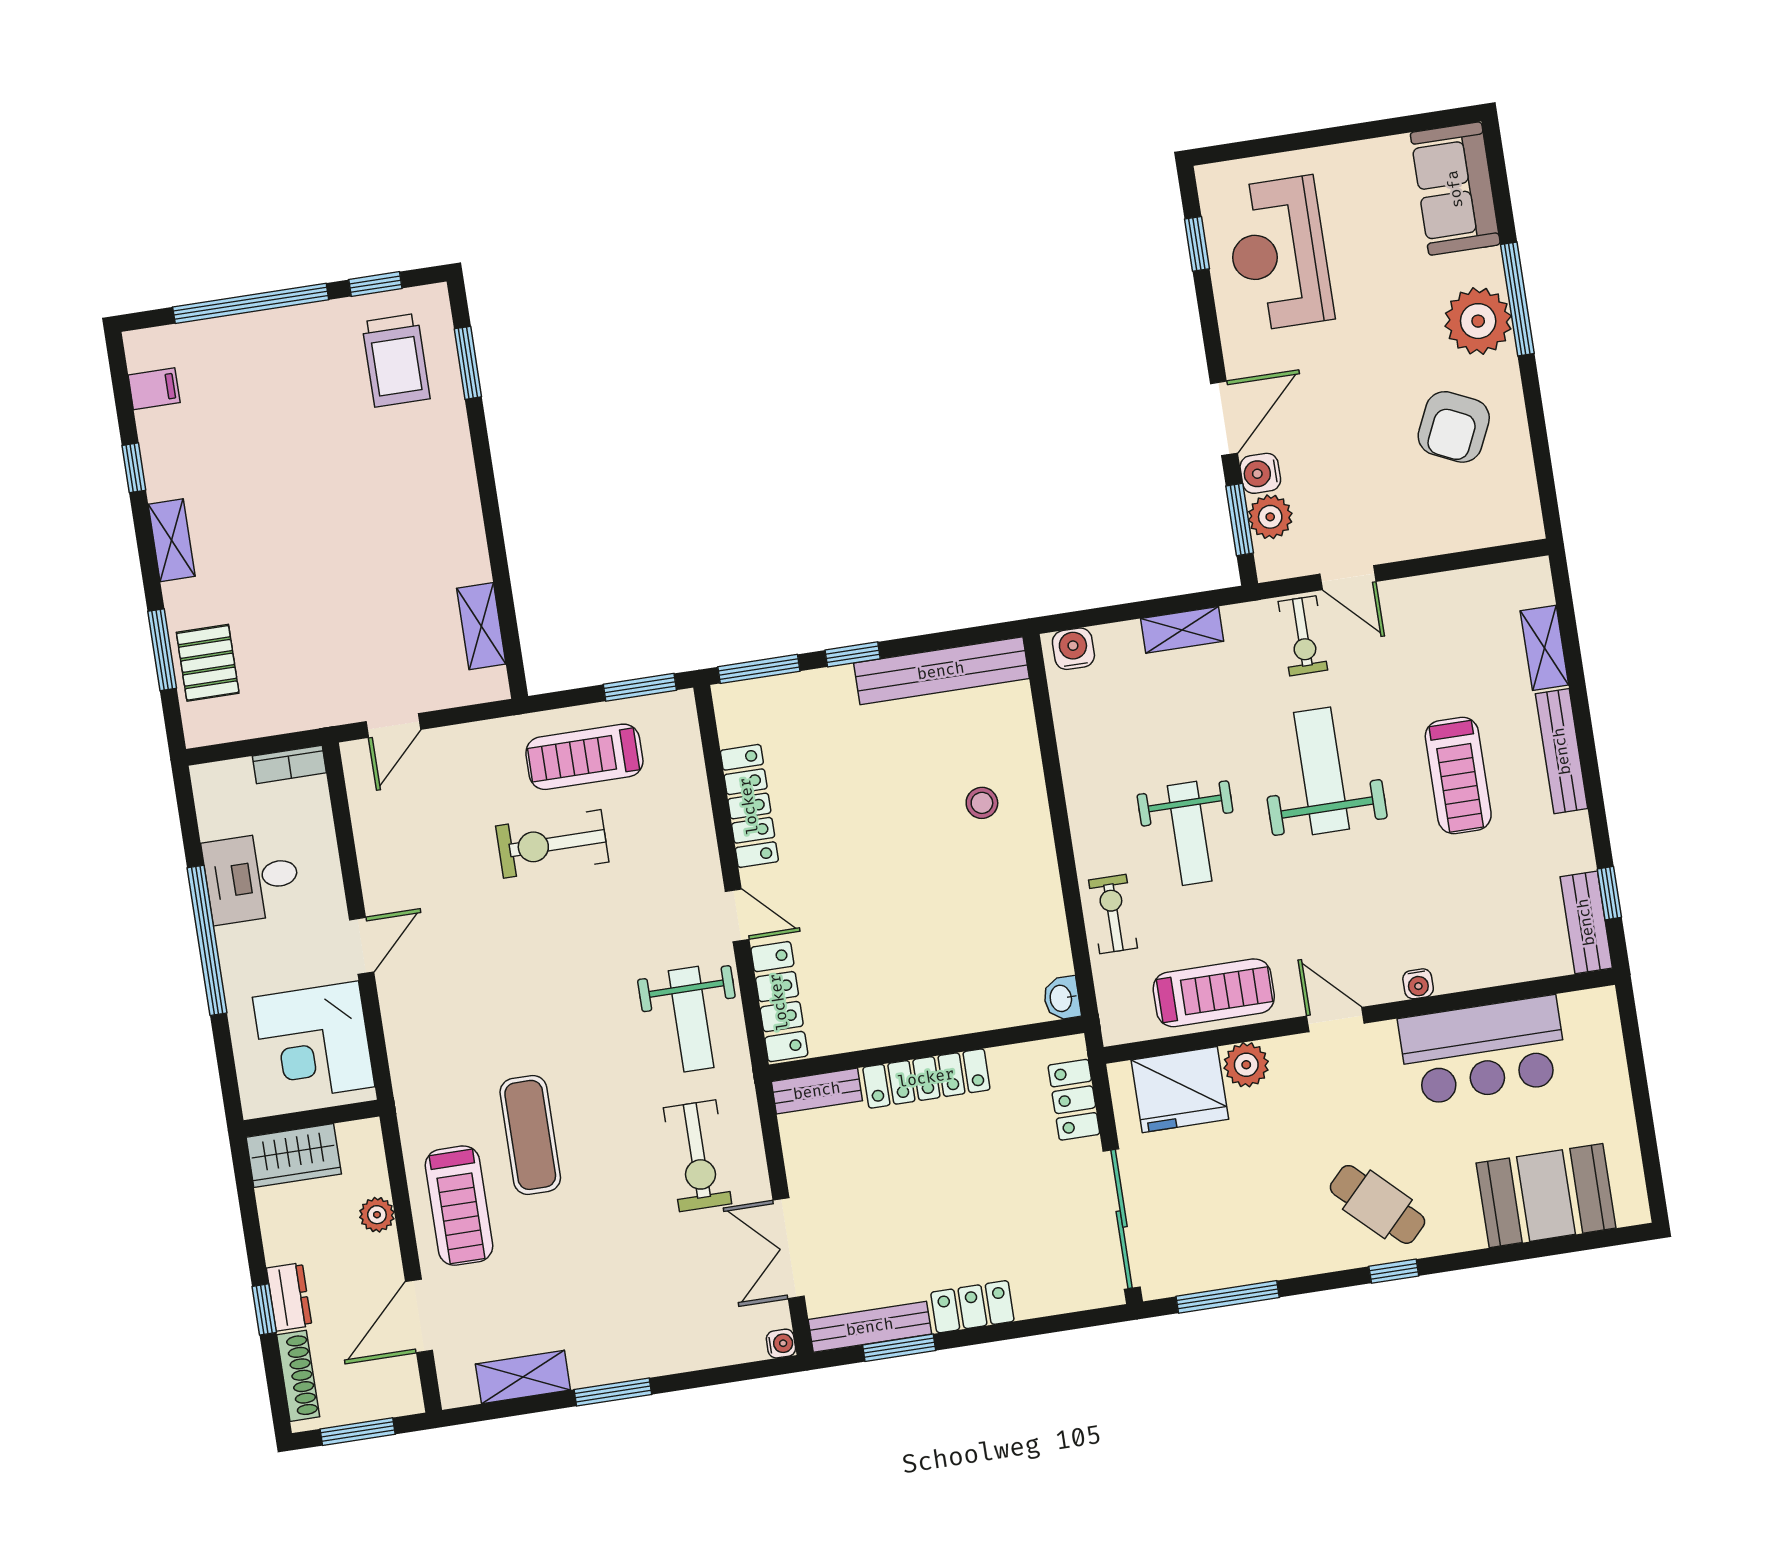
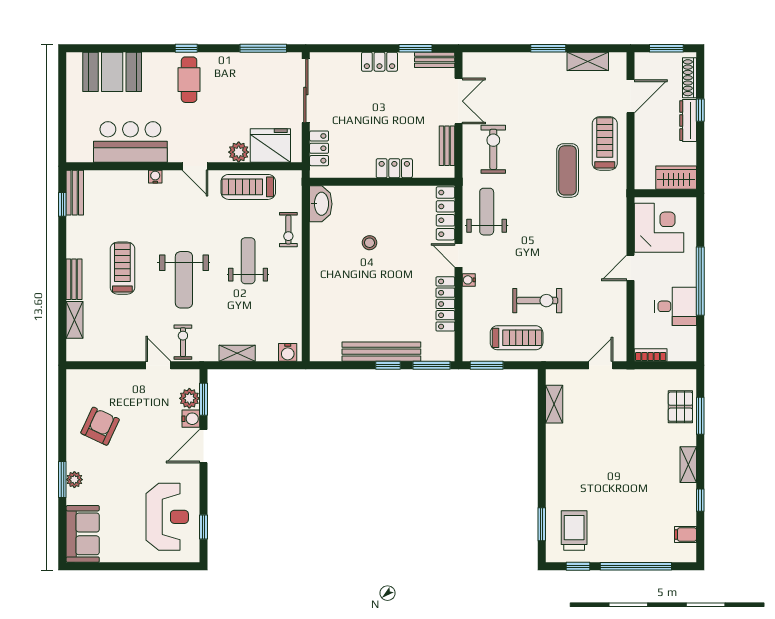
window: (1517, 299) -> (62, 480), width x0.69
plant: (1478, 321) -> (74, 480), width x0.53, depth x0.53
bench: (941, 671) -> (381, 352), moved
bench: (1562, 751) -> (74, 279), width x0.73
stool: (982, 803) -> (369, 243), moved
washbasin: (1062, 998) -> (321, 204), width x1.91, depth x1.45
locker: (926, 1078) -> (394, 168), width x0.66
bench: (817, 1091) -> (447, 146), moved, turned 90
cafe table: (1377, 1204) -> (189, 80), turned 46
plant: (377, 1215) -> (643, 145), removed
dresser: (289, 1297) -> (688, 121), width x1.44
bench: (870, 1327) -> (435, 60), width x0.73
water cooler: (781, 1344) -> (469, 280), moved

